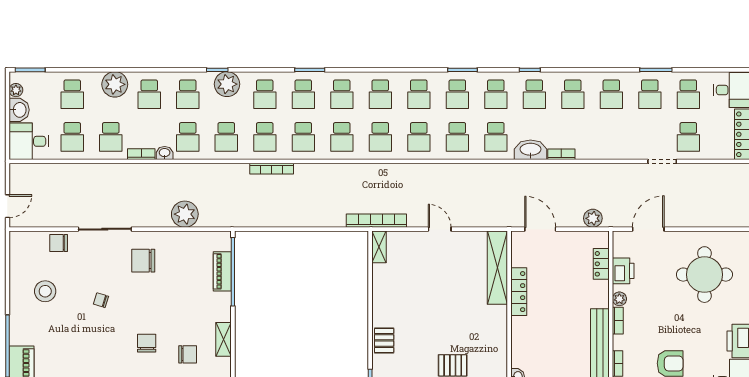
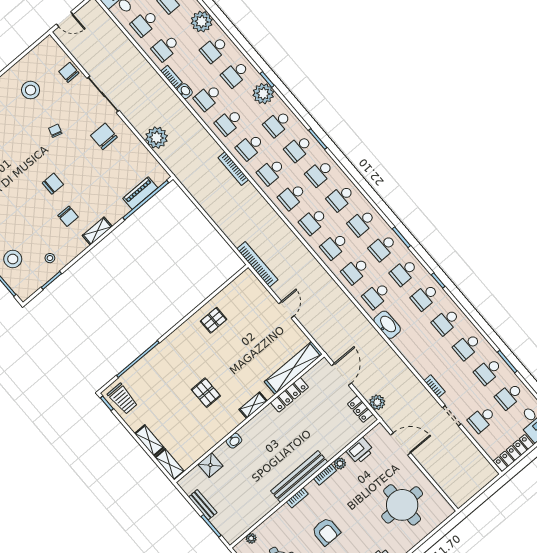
bookcase: (561, 154) -> (435, 386), moved
shelving: (379, 247) -> (253, 405), moved
locker: (601, 264) -> (360, 409), moved, turned -90
pallet: (384, 340) -> (214, 320), moved

